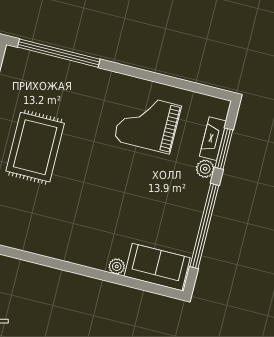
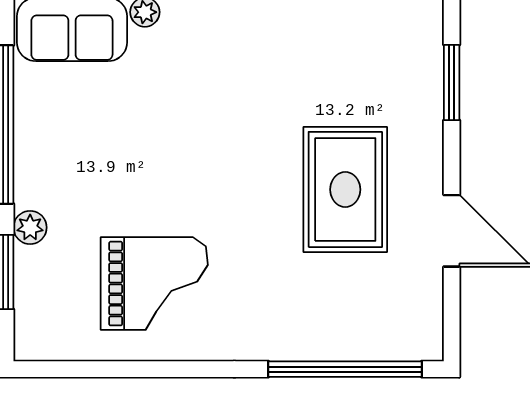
fireplace: (213, 139) -> (30, 285), removed

